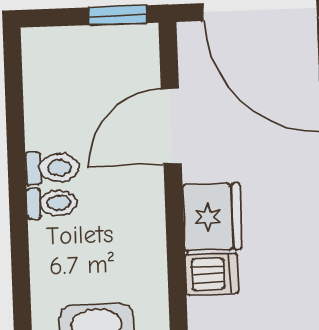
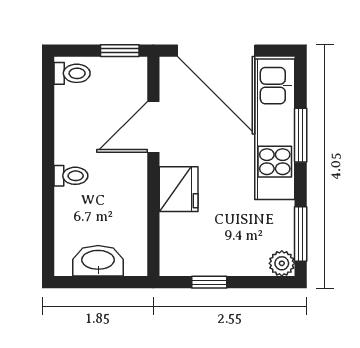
toilet: (52, 168) -> (72, 73), moved
dishwasher: (212, 274) -> (177, 228), removed

